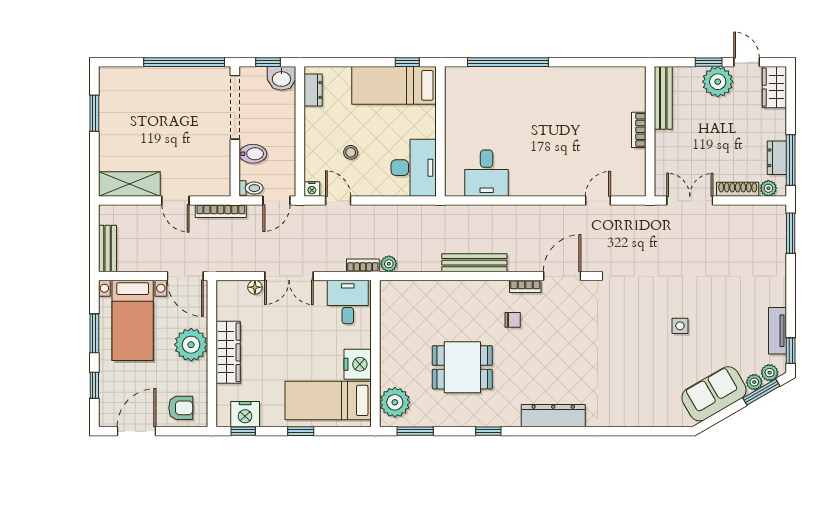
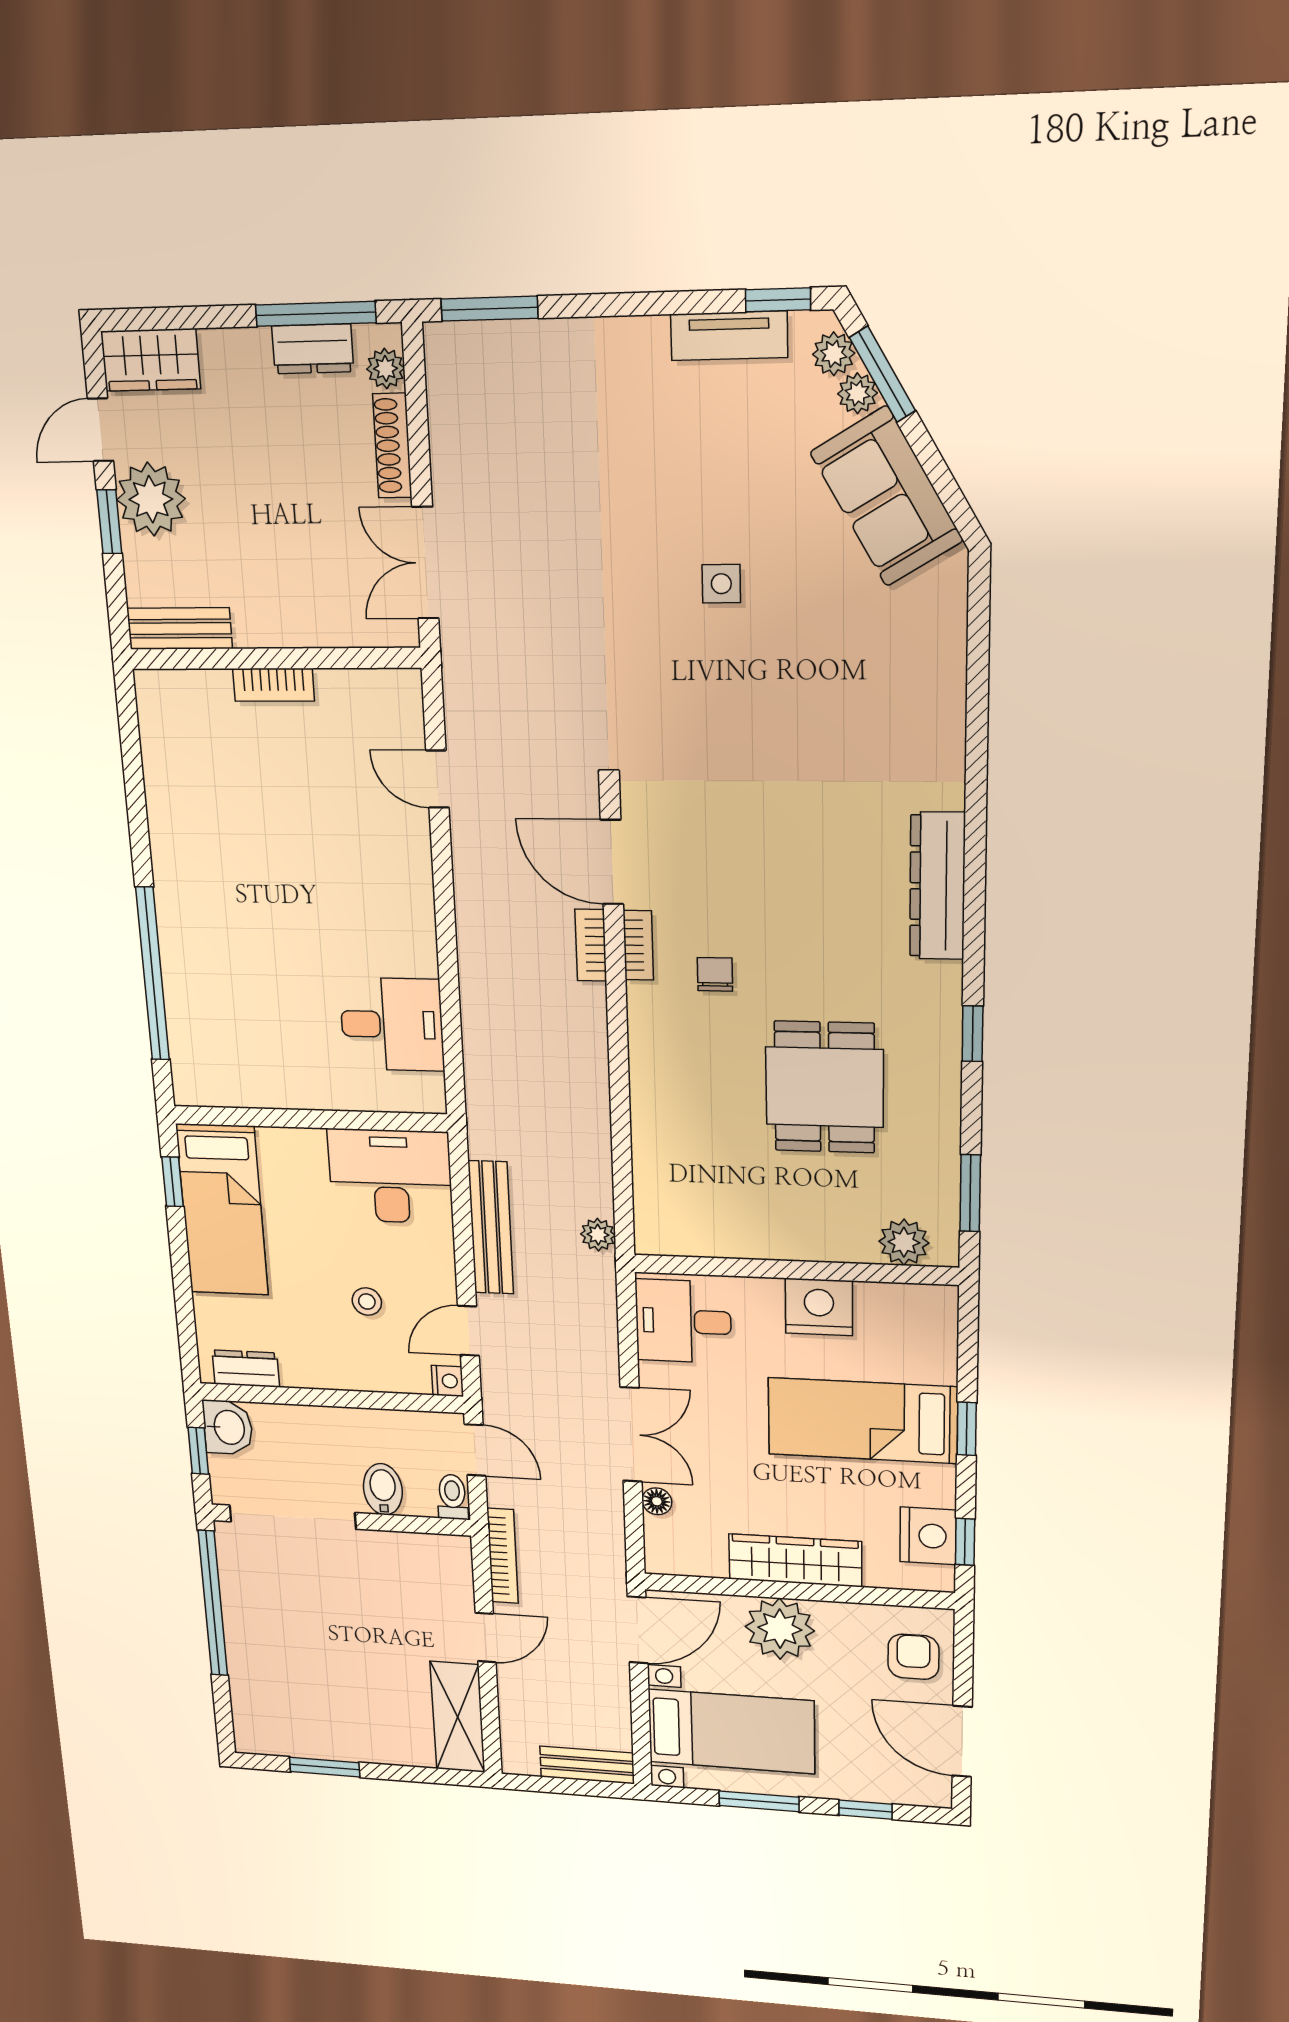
bench: (663, 98) -> (180, 629), width x0.73
bench: (474, 263) -> (491, 1228), moved
bookcase: (363, 265) -> (591, 945), moved
bed: (328, 400) -> (863, 1421), moved, turned 90
plant: (395, 402) -> (904, 1242), width x0.73, depth x0.73

